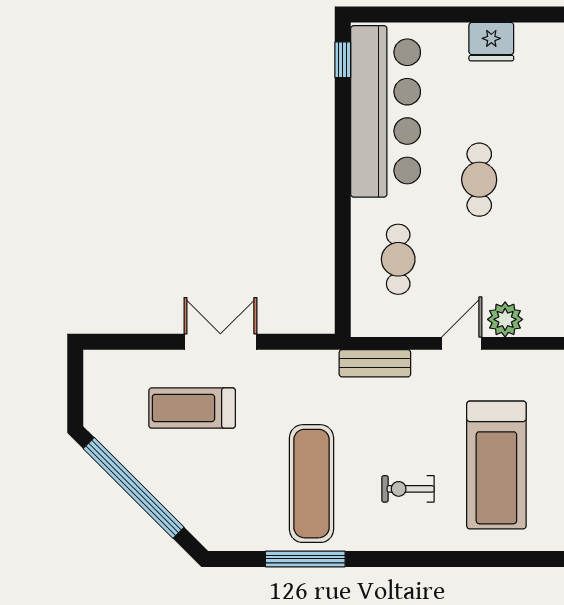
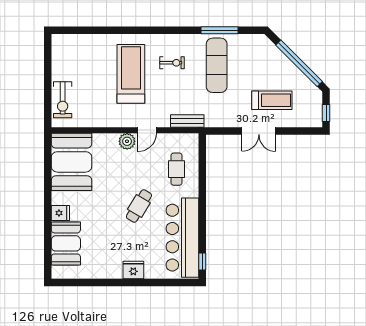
cafe table: (479, 180) -> (139, 206), turned 31
window: (75, 380) -> (326, 113), added

